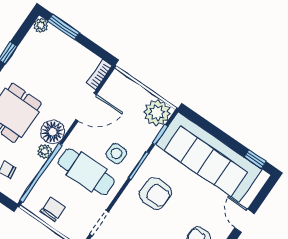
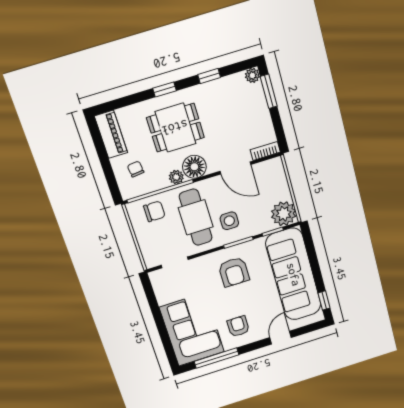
chair: (53, 209) -> (154, 211), moved

